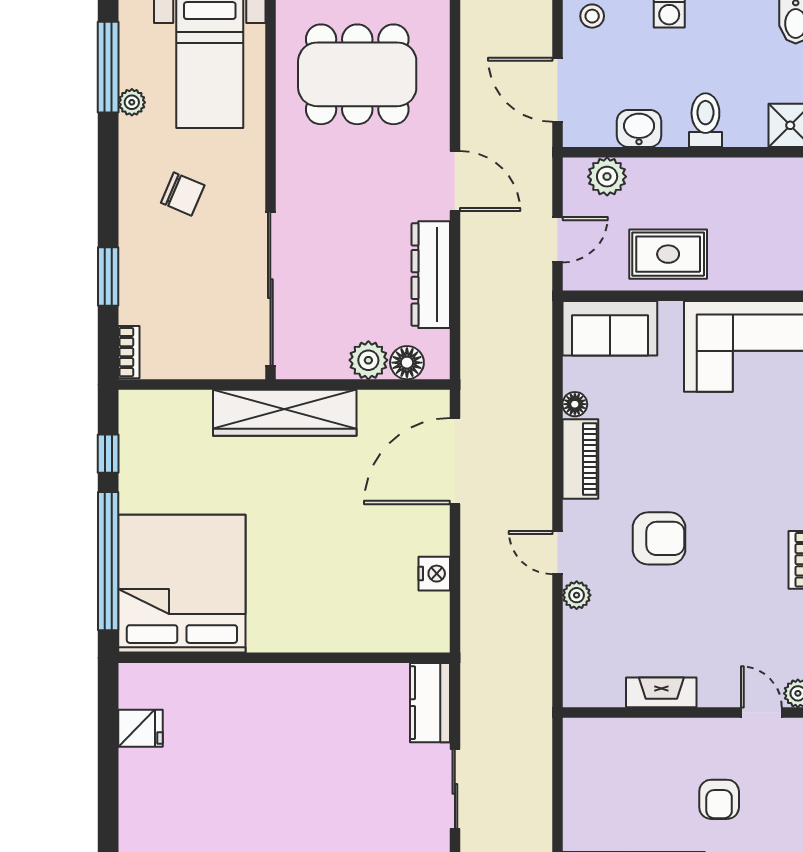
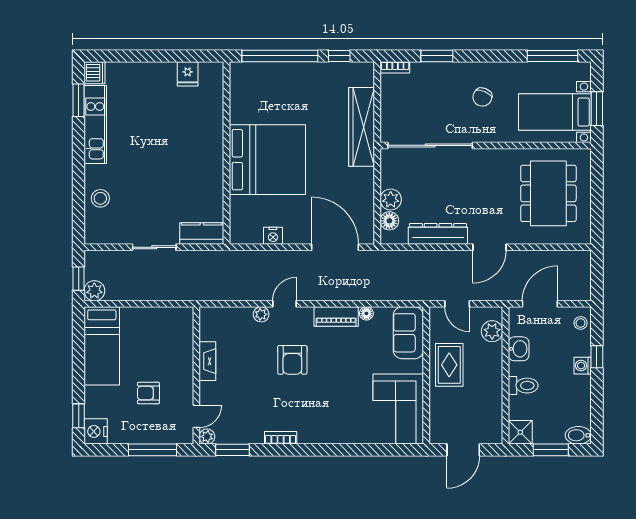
plant: (132, 102) -> (533, 69), removed
wardrobe: (285, 413) -> (362, 127), moved
bed: (182, 584) -> (267, 160), moved

